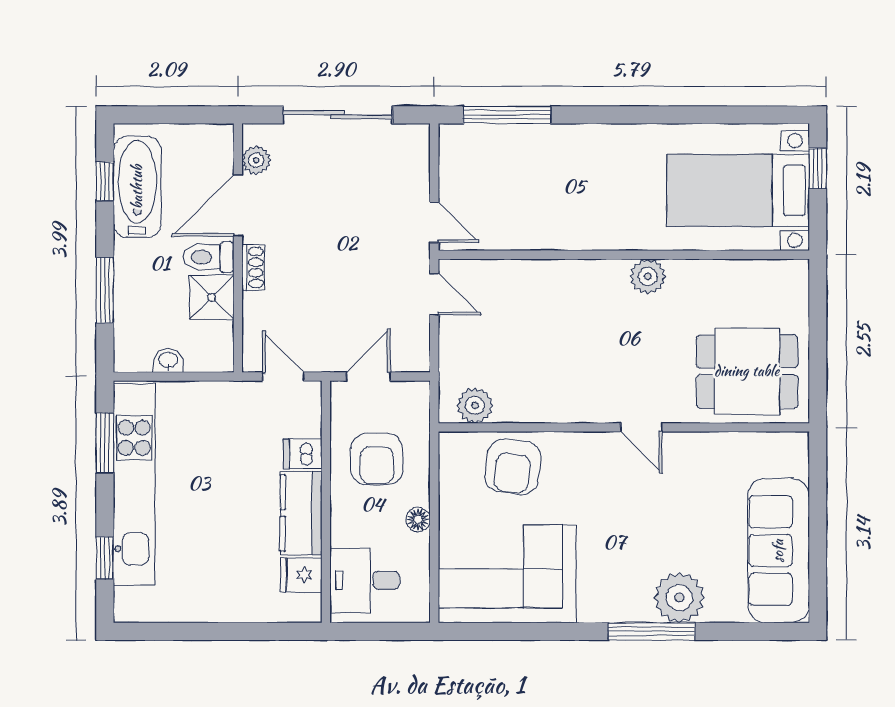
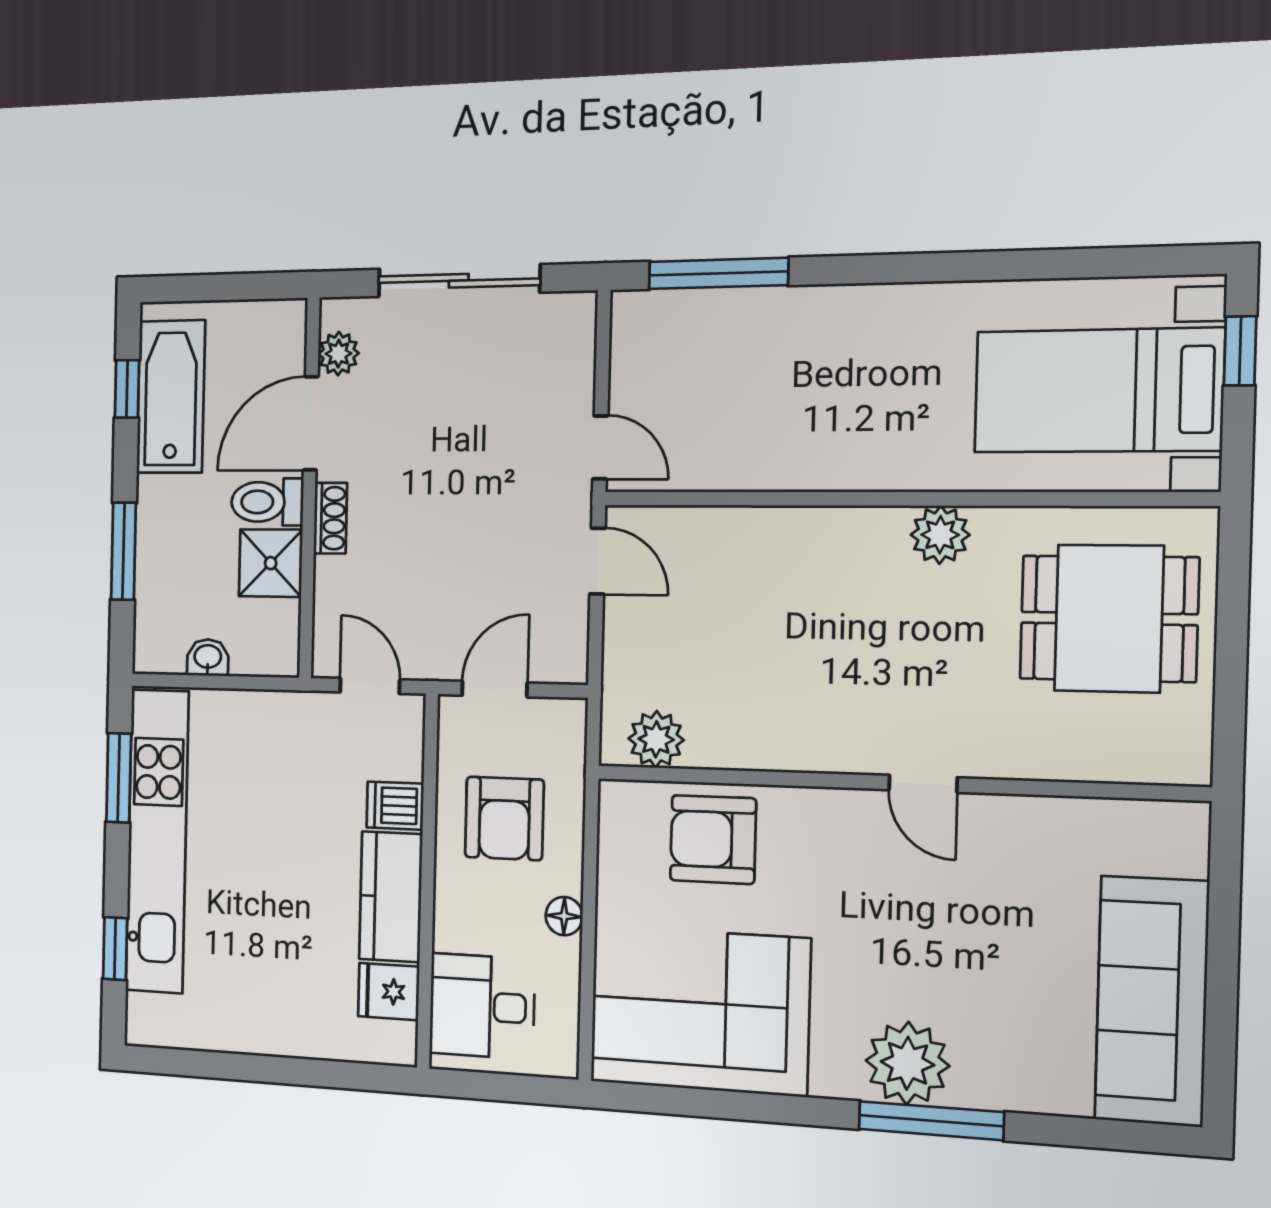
dining table: (747, 371) -> (1109, 618), moved
armchair: (513, 467) -> (713, 839), turned 83
plant: (679, 598) -> (907, 1063), moved

